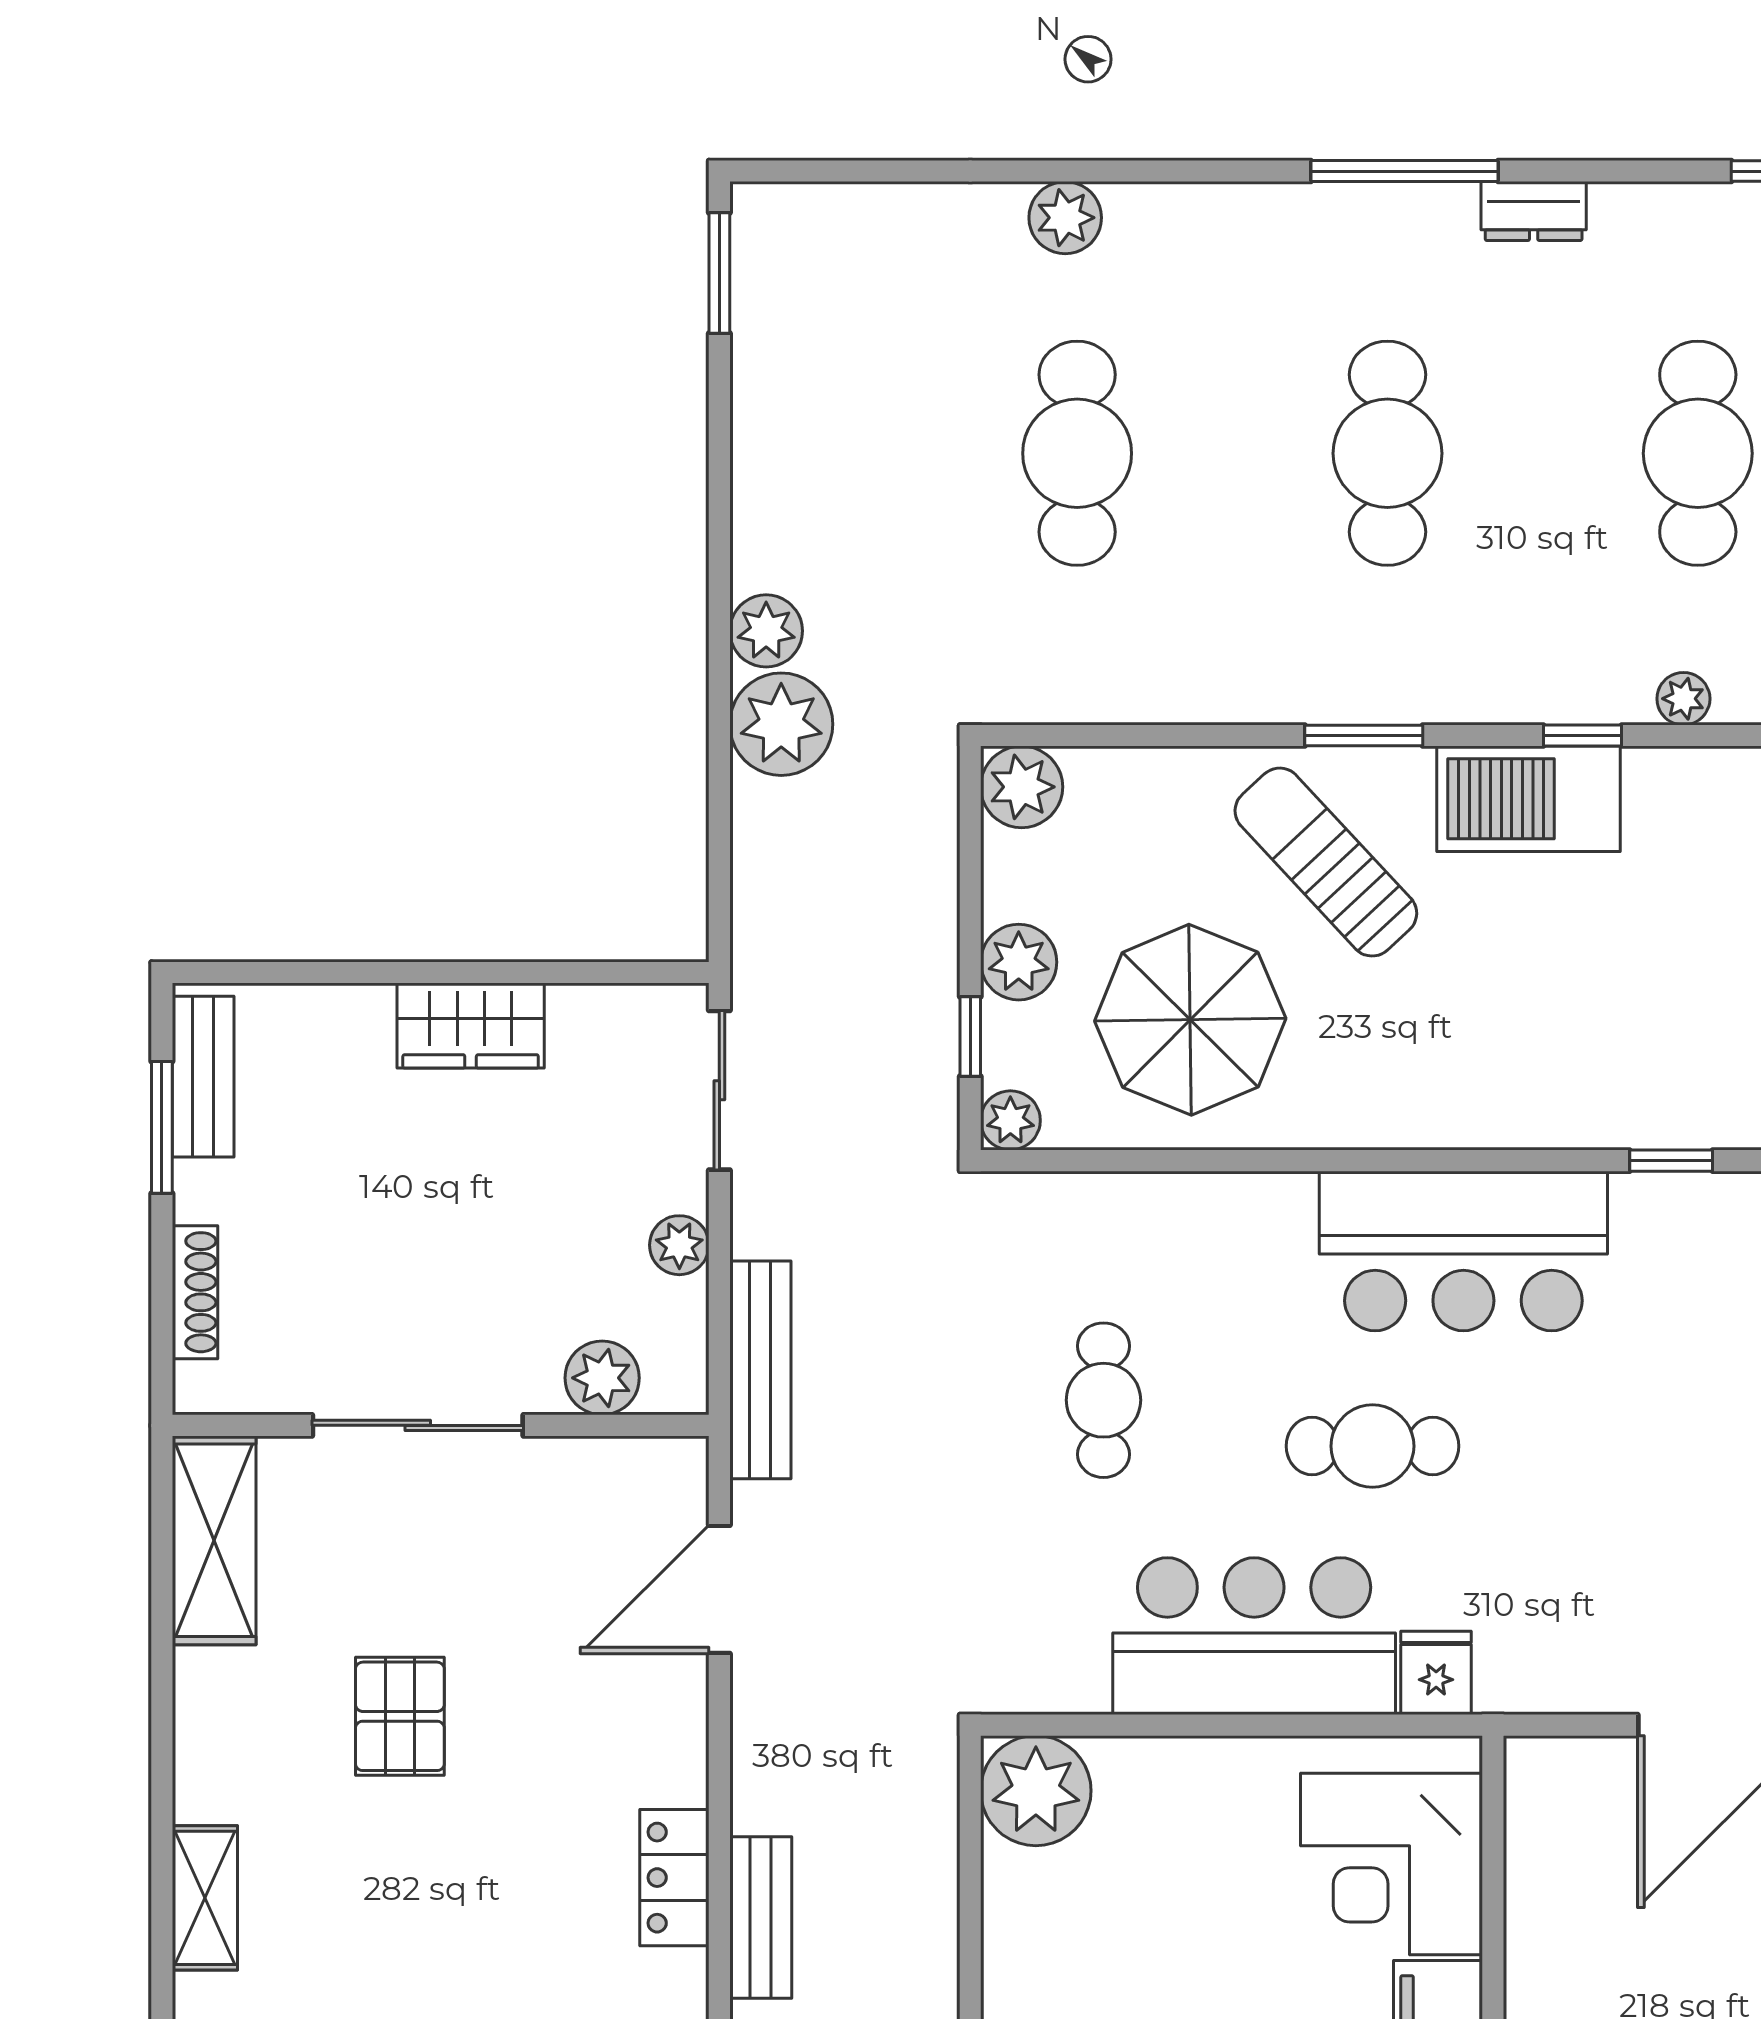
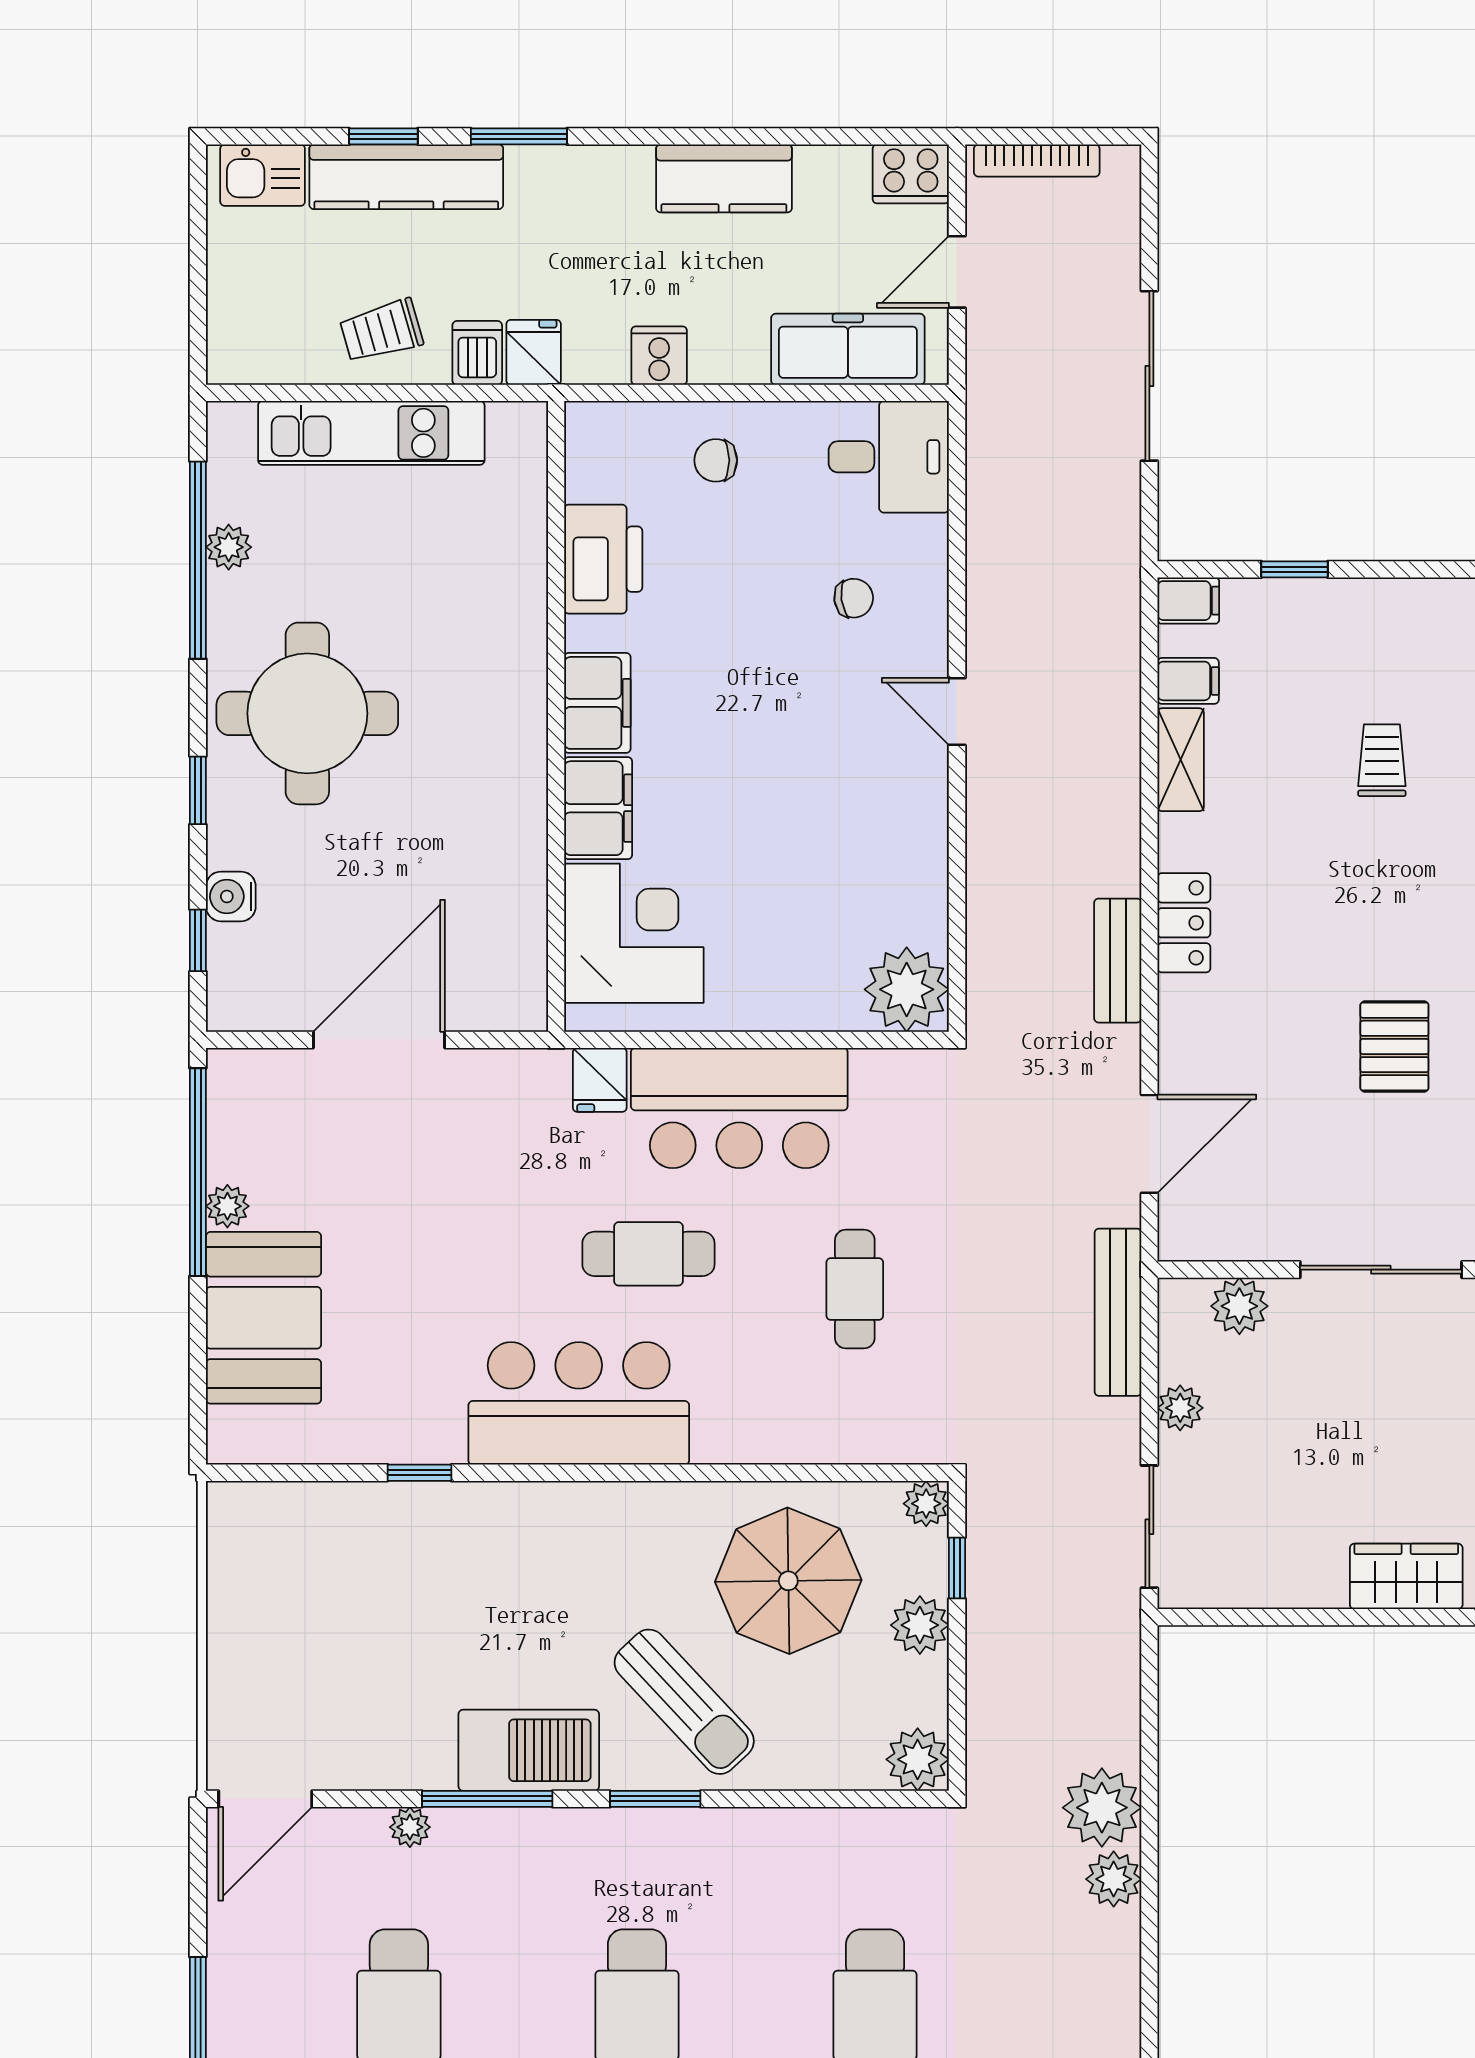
window: (1583, 736) -> (487, 1799), width x2.17
wardrobe: (471, 1026) -> (1406, 1576), moved
bench: (761, 1918) -> (1118, 961), moved

